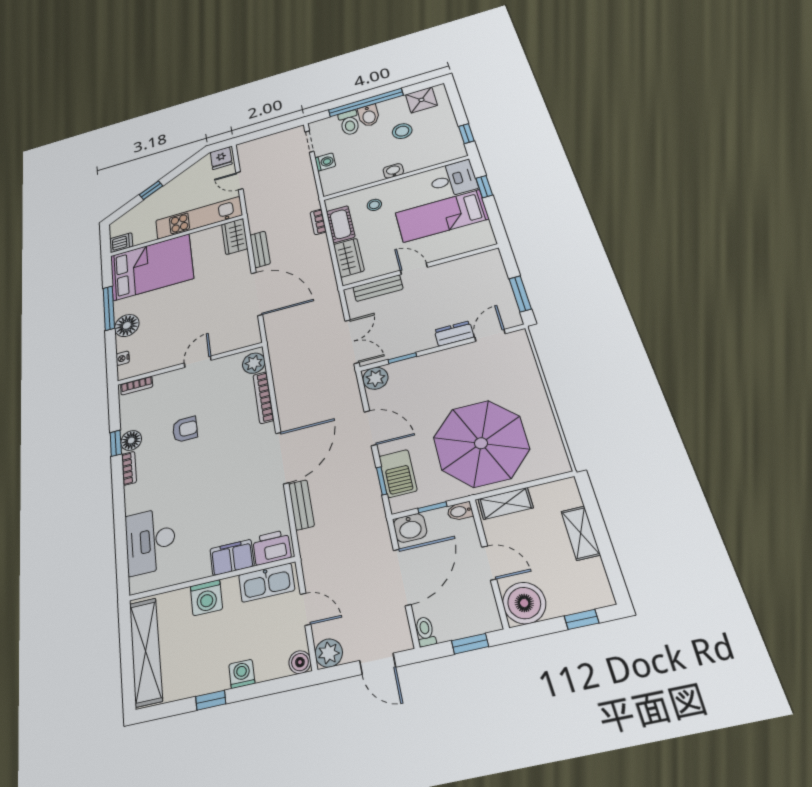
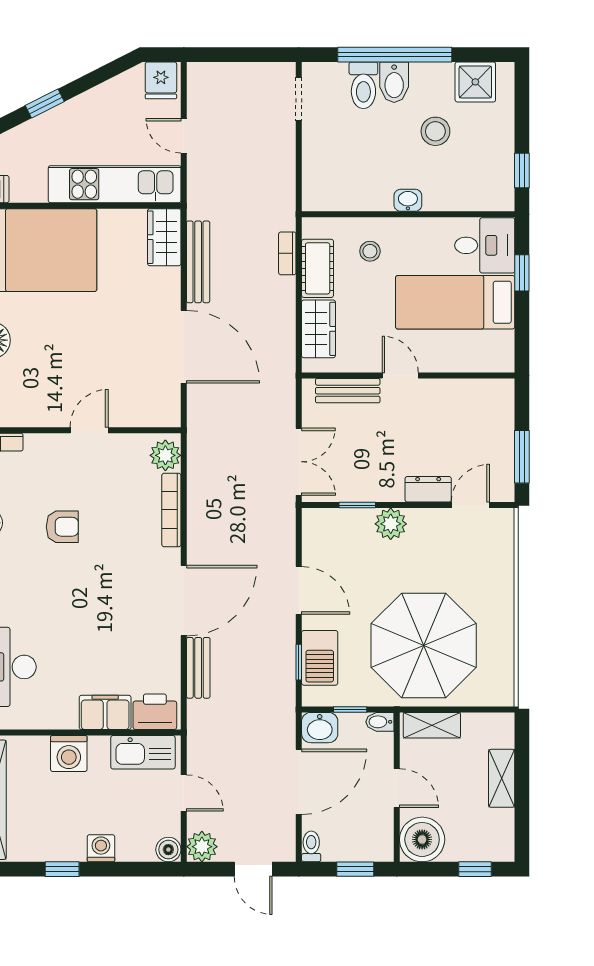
washing machine: (325, 162) -> (315, 148), removed
bench: (260, 249) -> (198, 262), width x1.36
plant: (375, 378) -> (391, 524), moved

